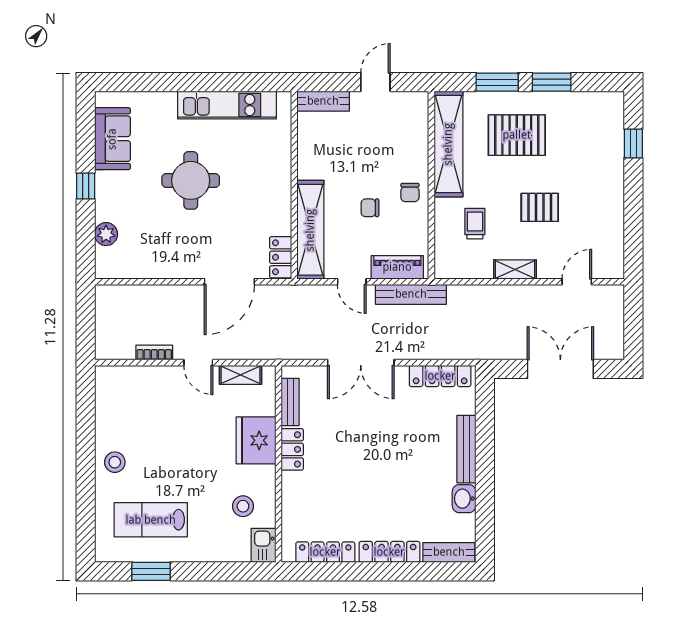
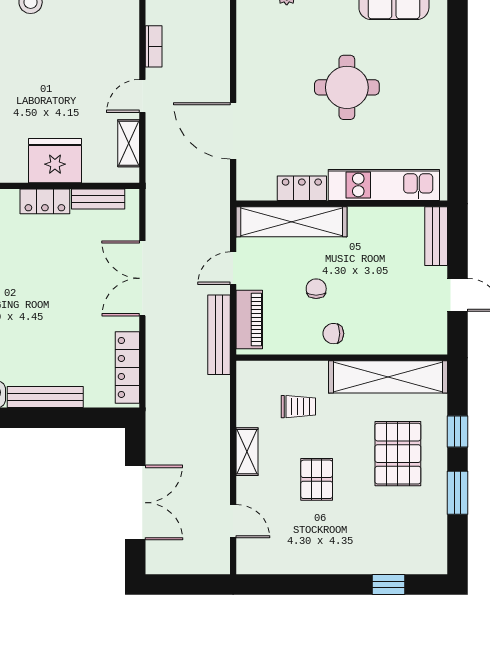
window: (497, 82) -> (457, 431), width x0.67
kitchen unit: (227, 105) -> (384, 185), moved, turned 90
locker: (281, 257) -> (302, 188), moved

